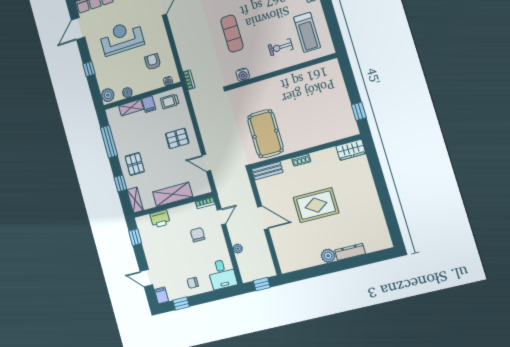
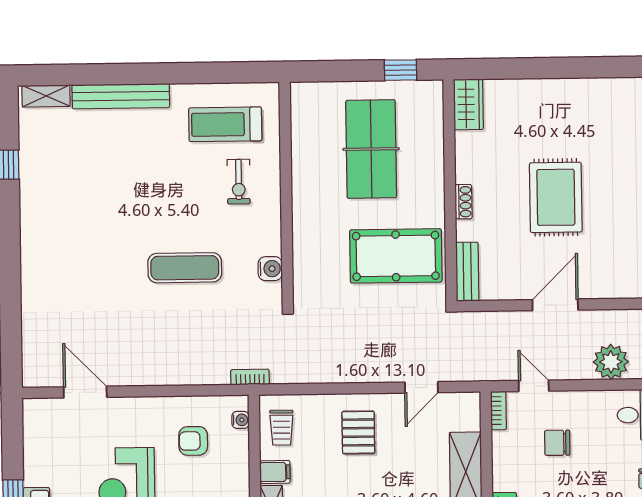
treadmill: (307, 32) -> (225, 124), turned 180
table tennis table: (315, 107) -> (371, 149), added
plant: (238, 249) -> (611, 362), width x1.88, depth x1.88

